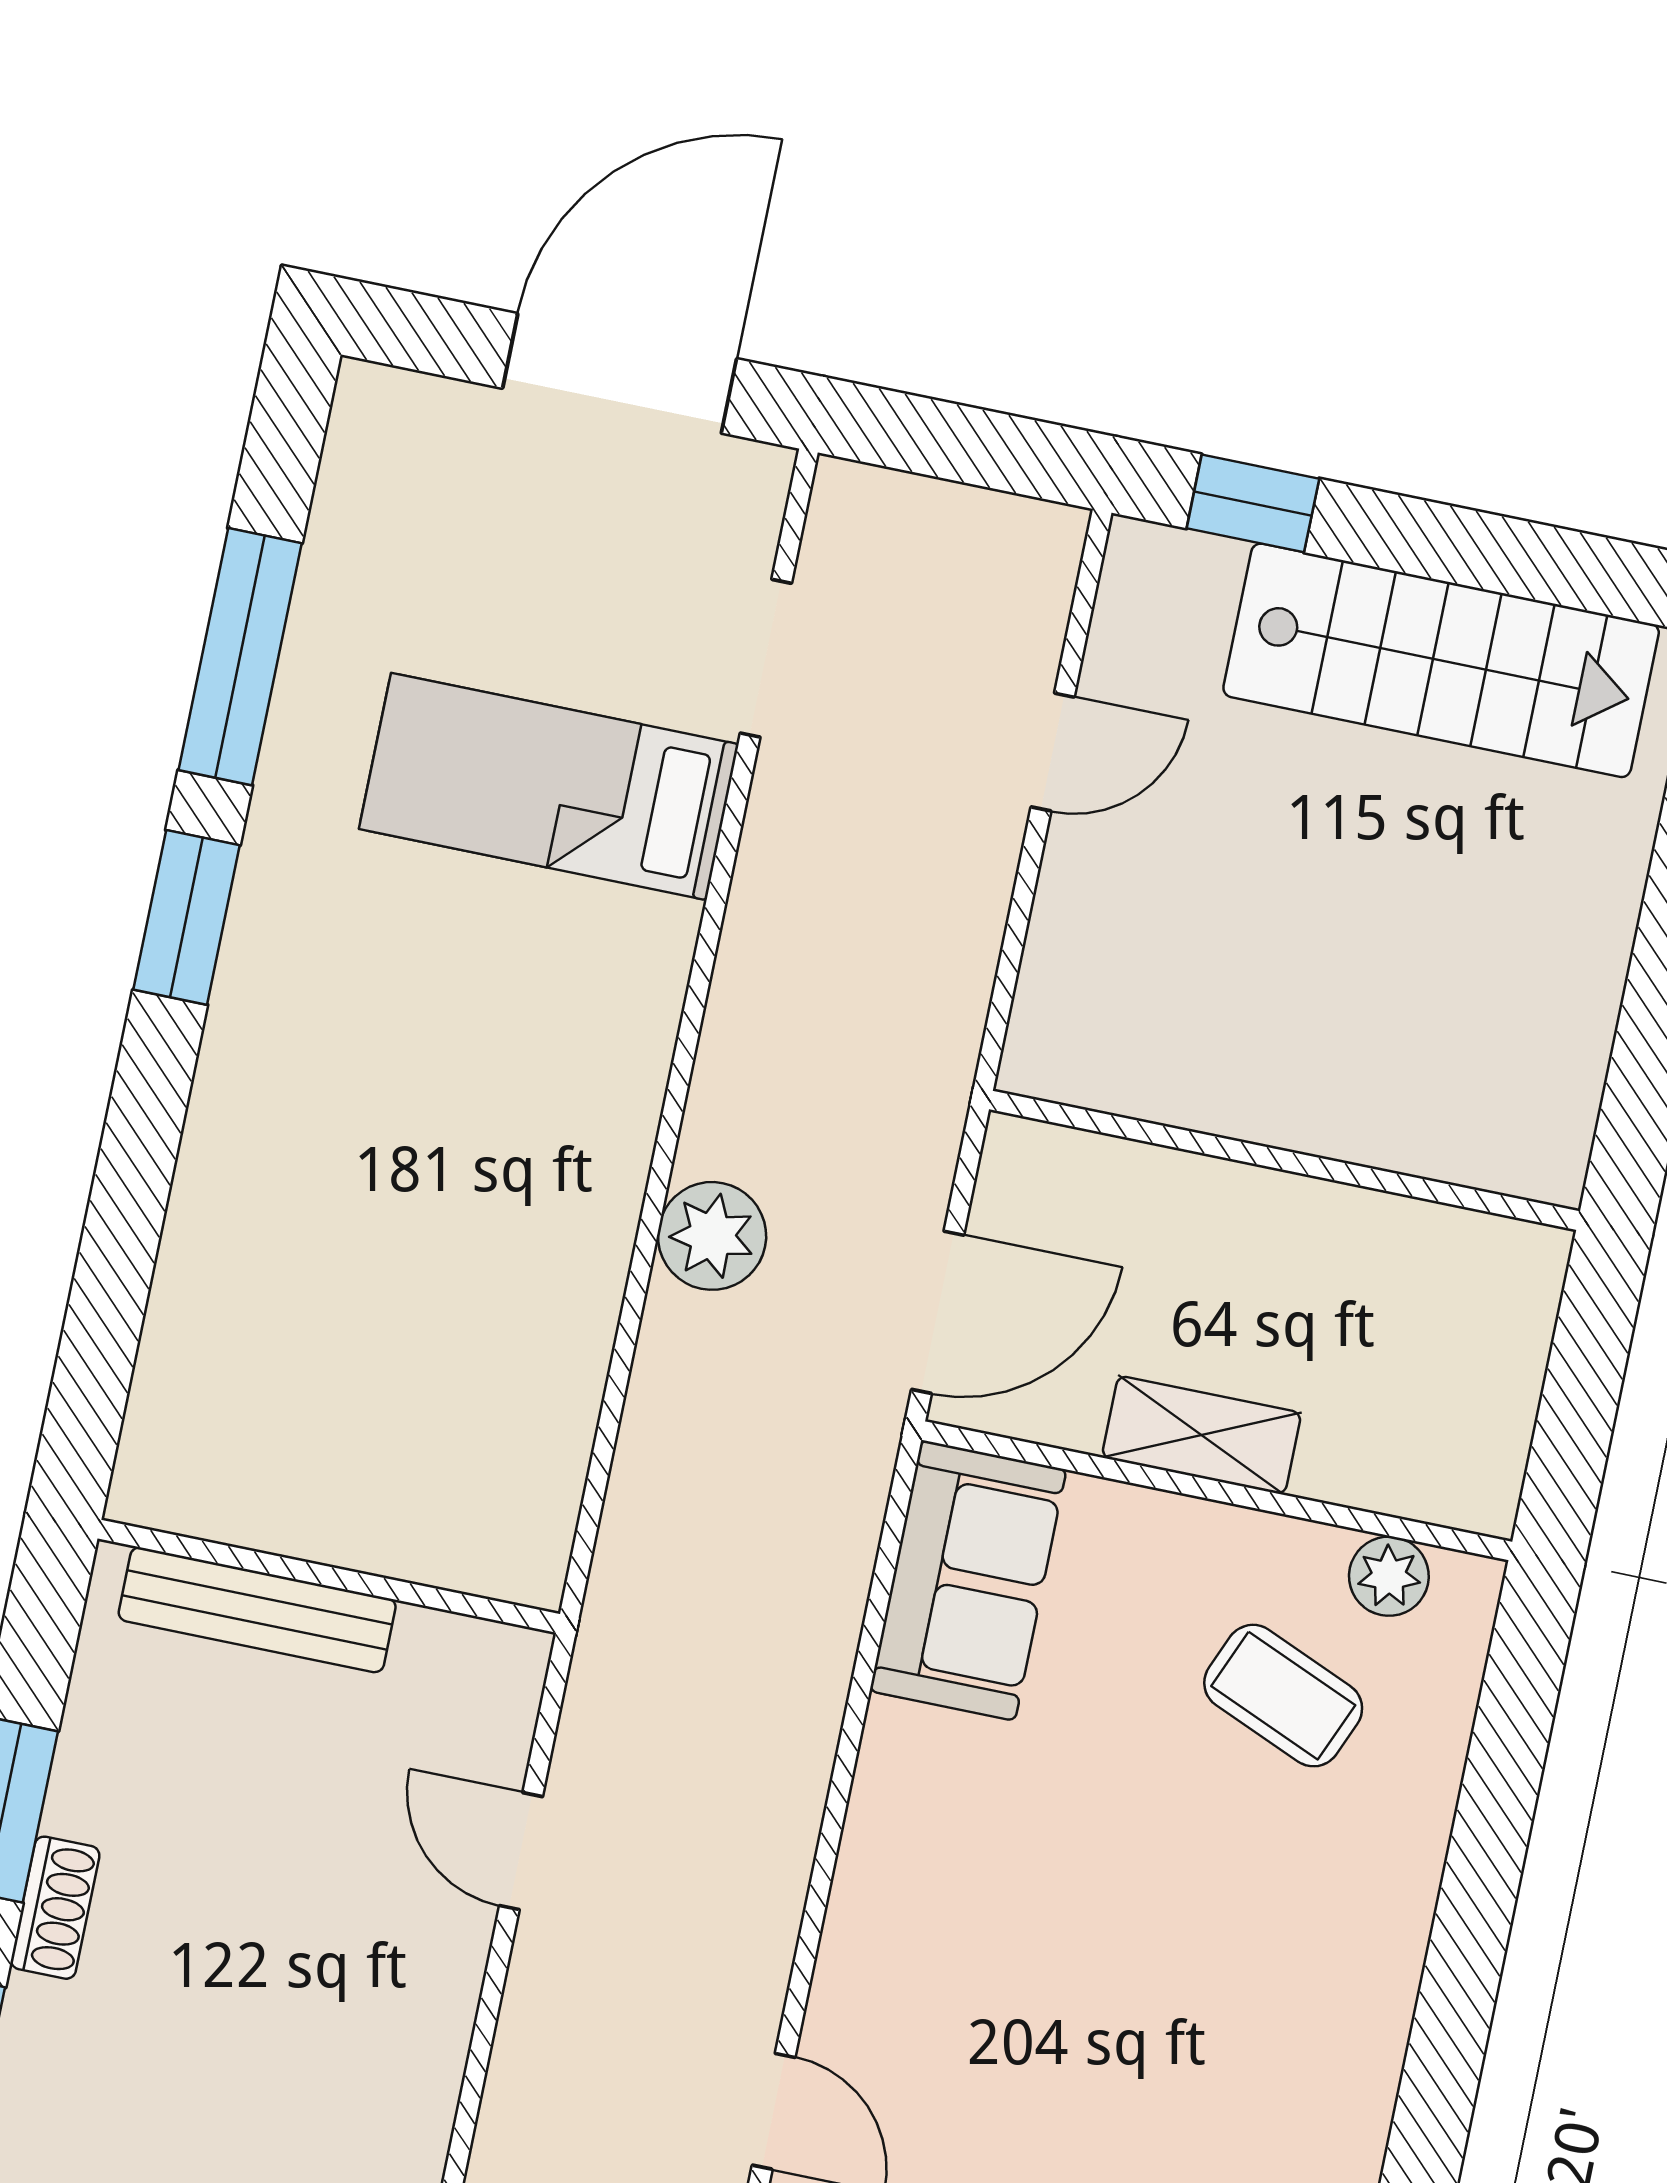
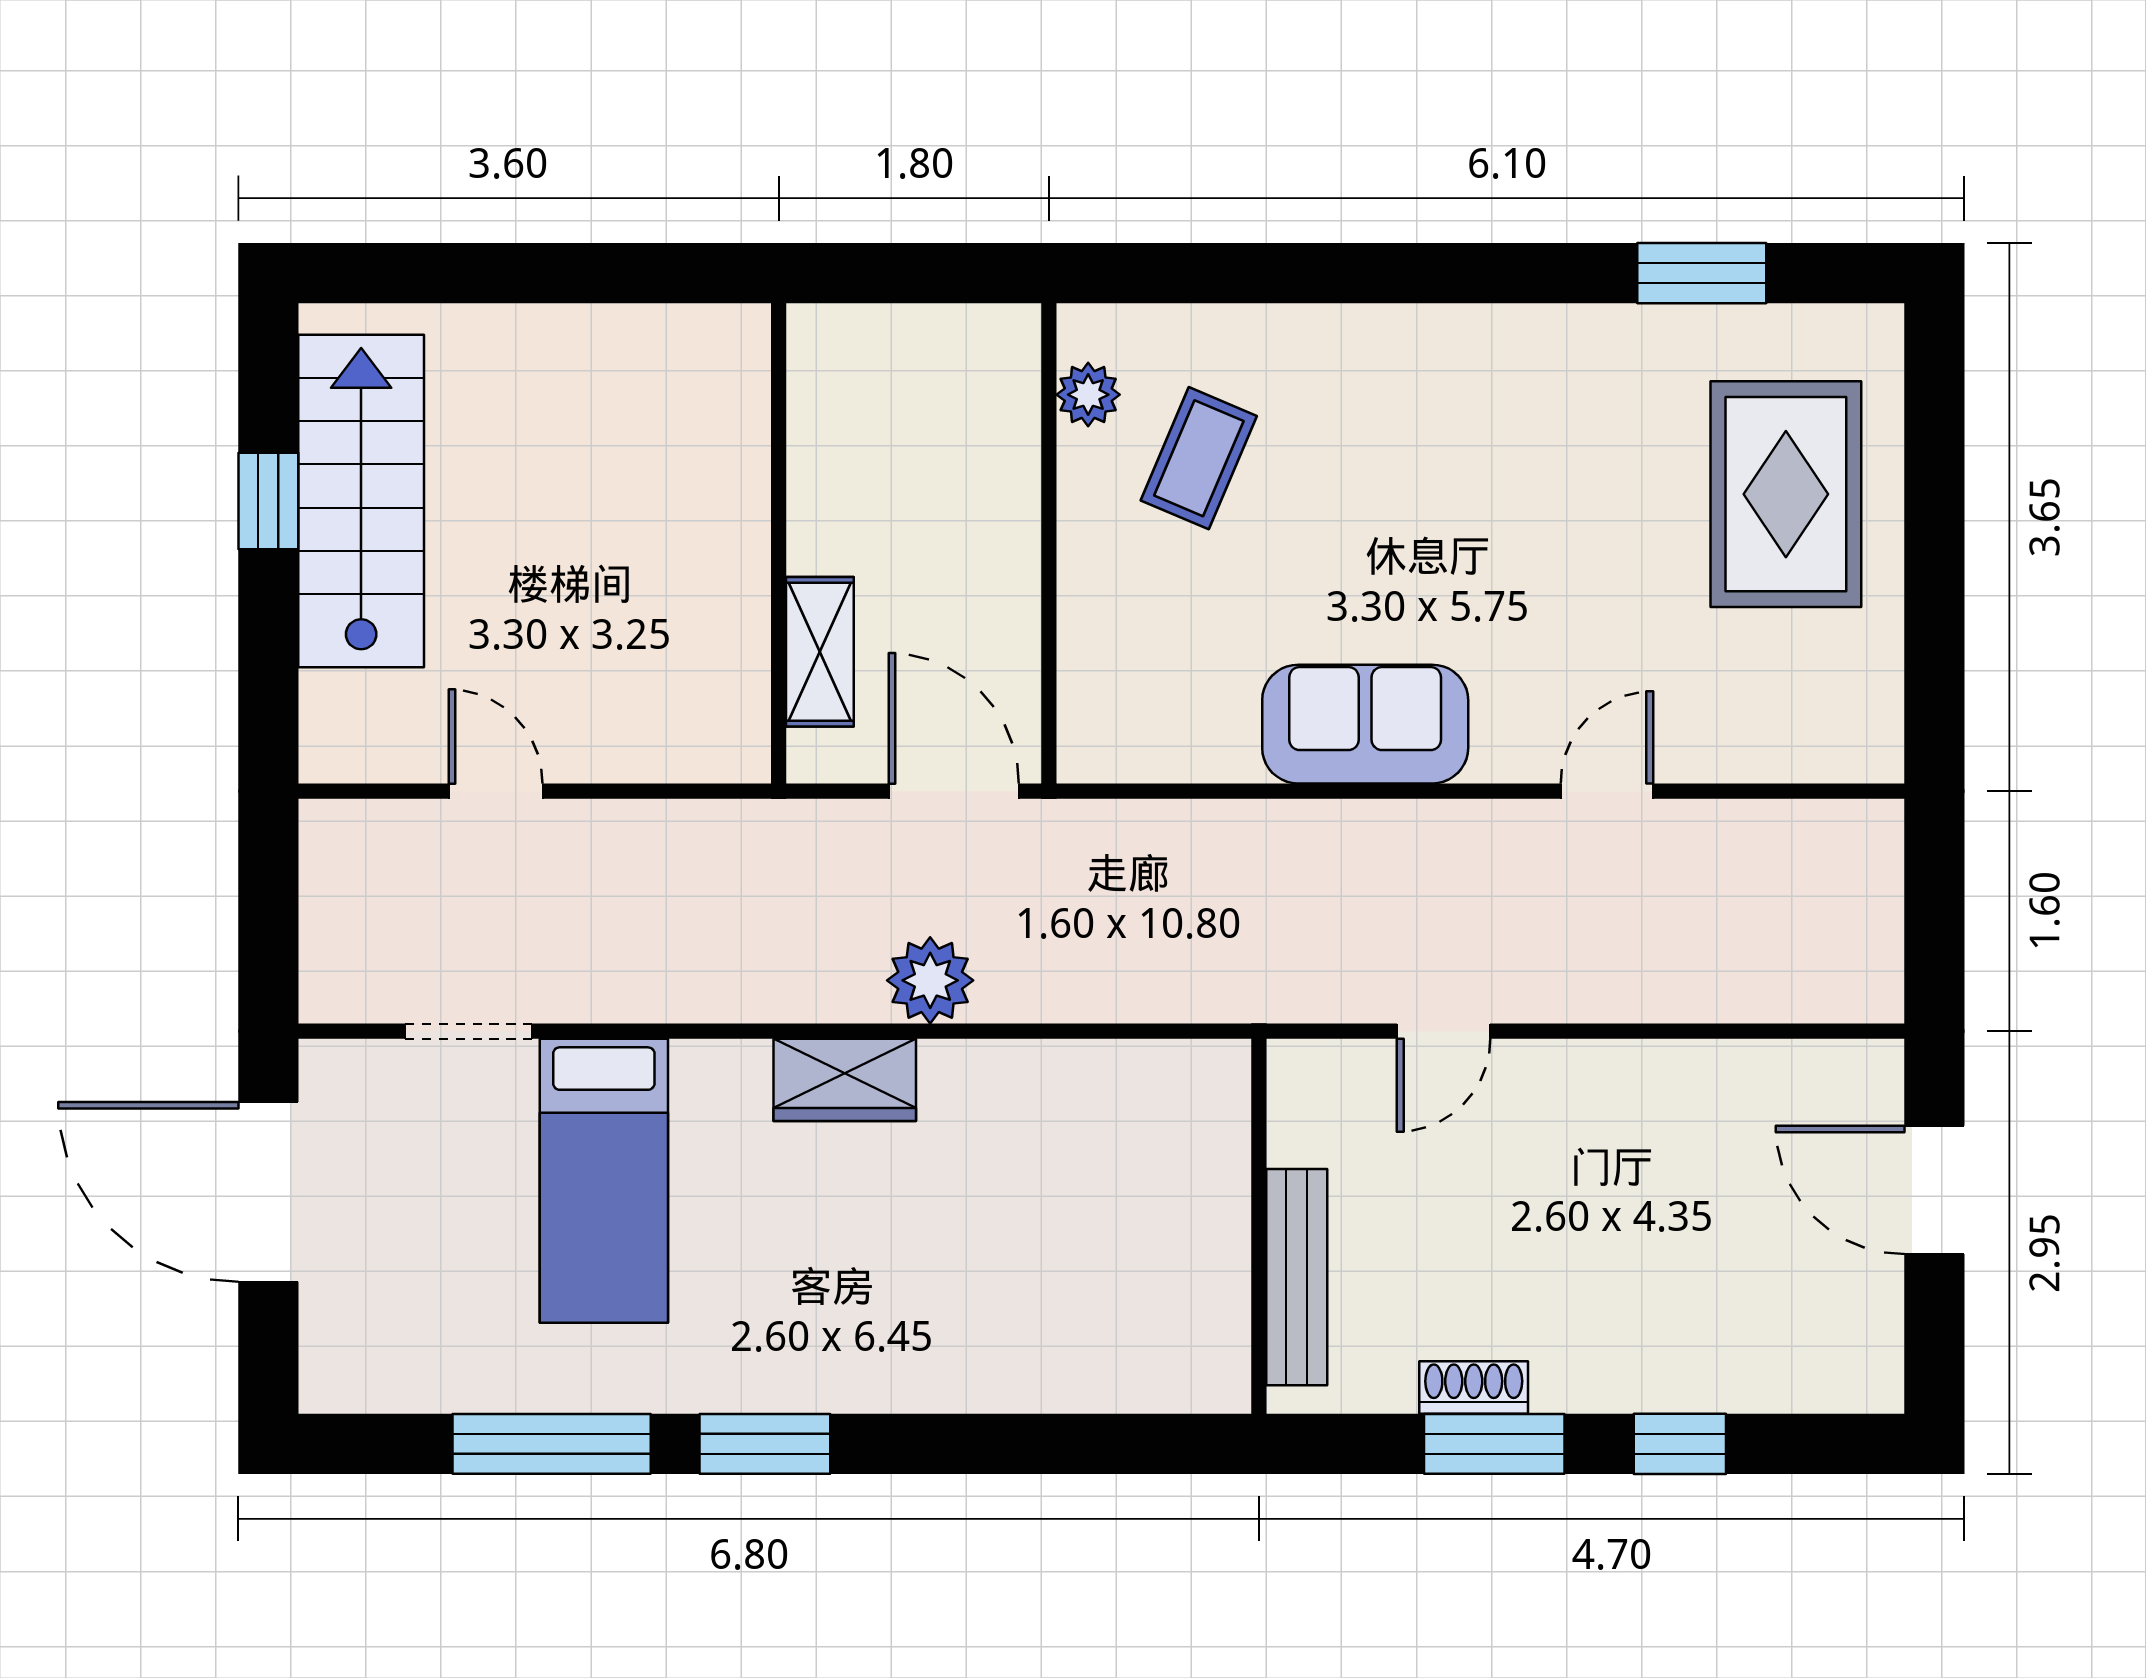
window: (1253, 503) -> (268, 501), moved
wardrobe: (612, 1106) -> (845, 1080), added
shelving: (1201, 1435) -> (820, 652), moved
sofa: (968, 1580) -> (1365, 724), moved
shoe rack: (55, 1908) -> (1474, 1388), moved

